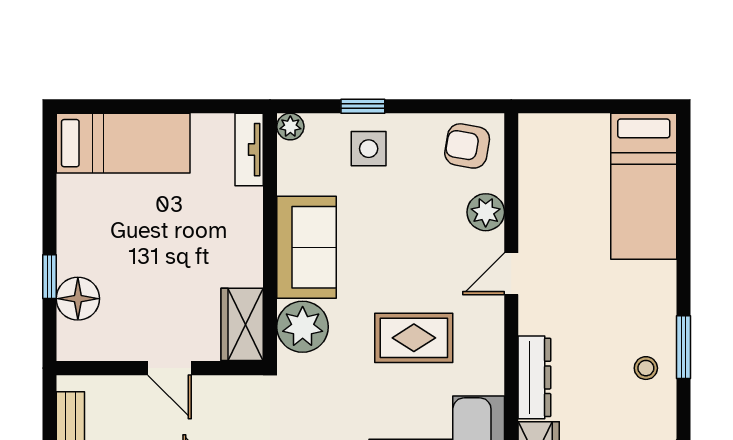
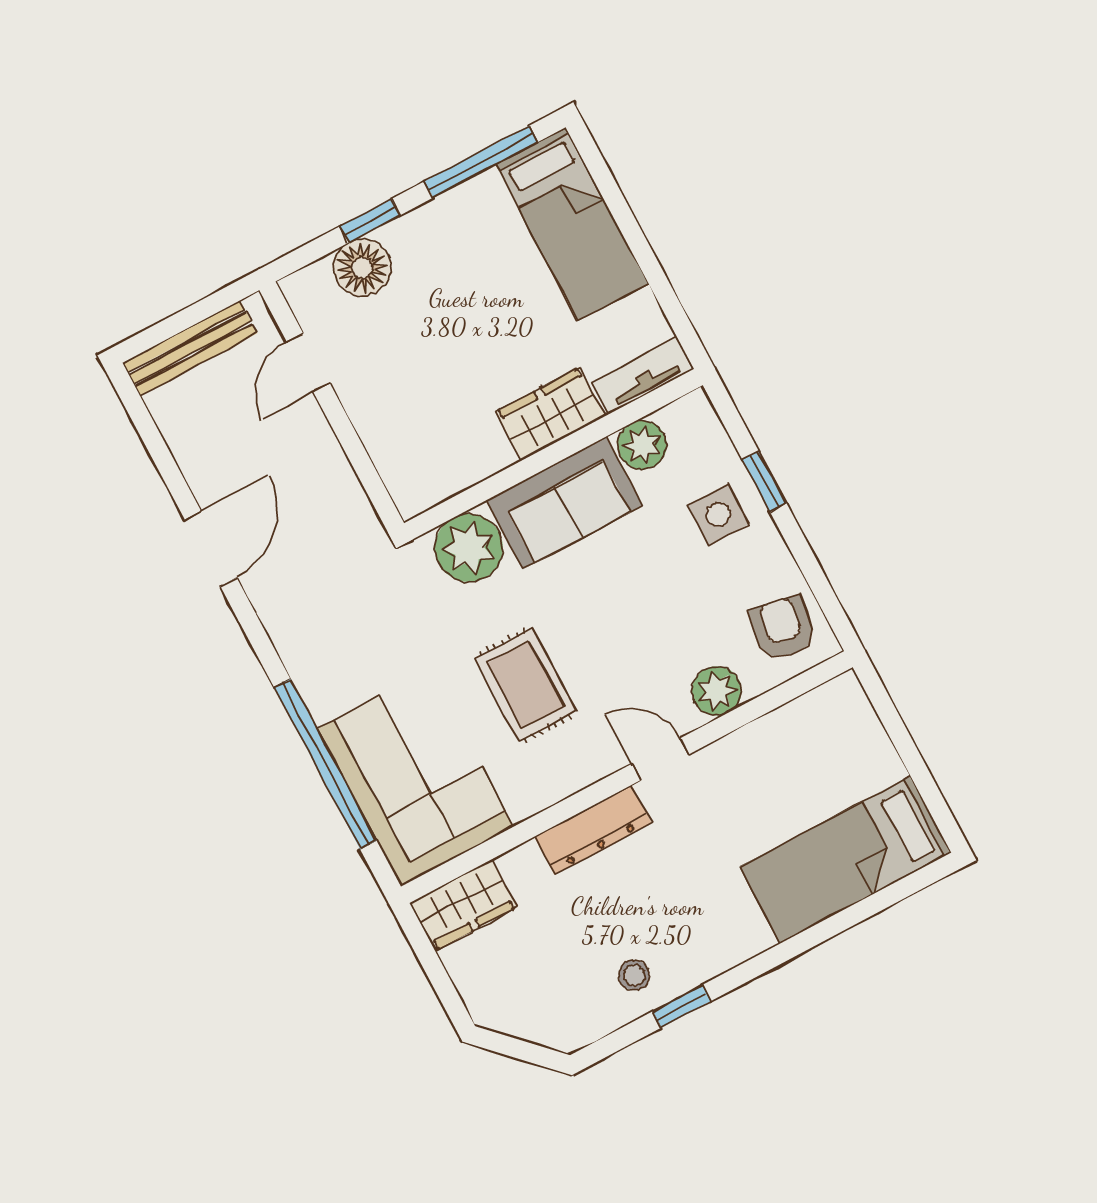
plant: (290, 127) -> (642, 445), moved, width x1.38, depth x1.38
window: (49, 182) -> (481, 162), added
wardrobe: (242, 324) -> (550, 414), moved
window: (684, 347) -> (682, 1006), width x0.67
door: (169, 368) -> (308, 362), moved
dresser: (534, 377) -> (593, 830), moved

